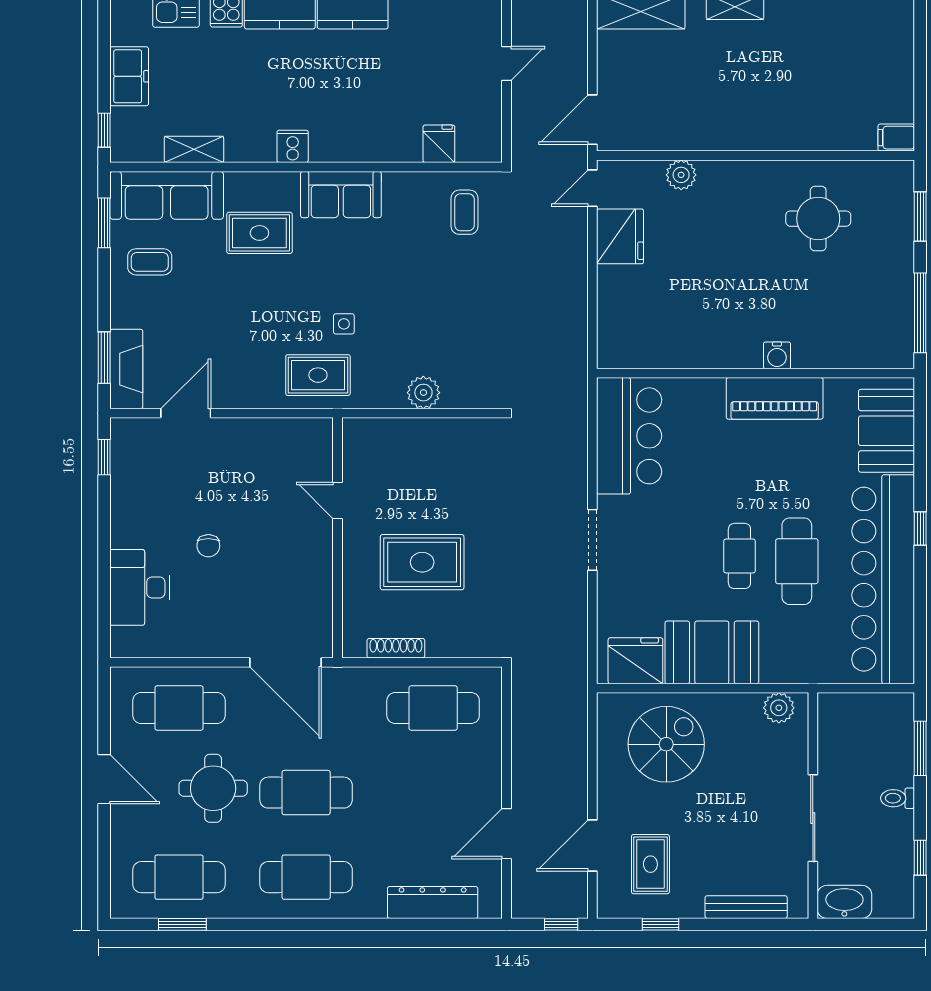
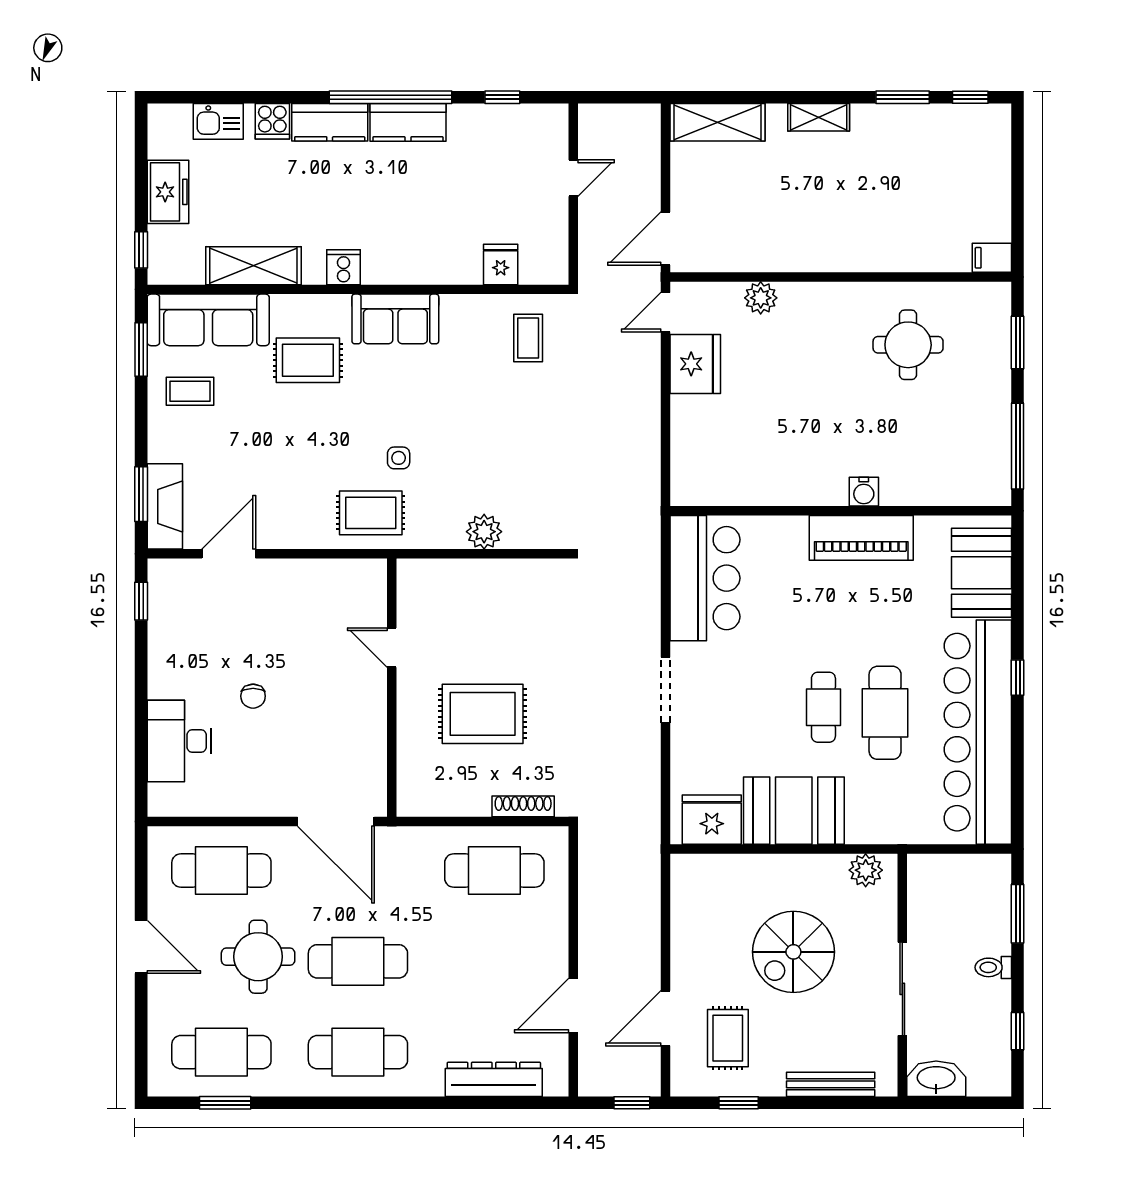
shelving: (194, 149) -> (253, 266), width x1.50, depth x1.33
shoe rack: (396, 648) -> (523, 806), moved
spiral stairs: (666, 744) -> (793, 952), moved, turned 180

